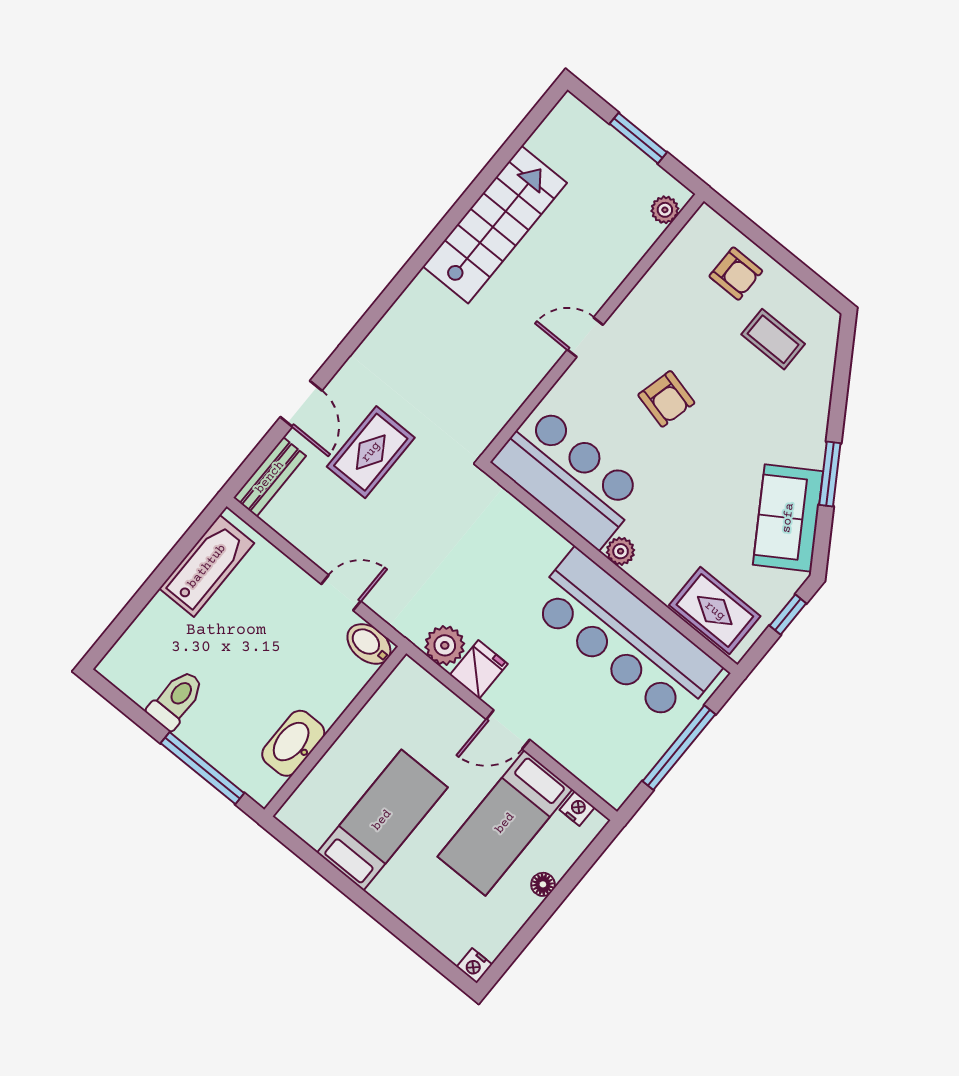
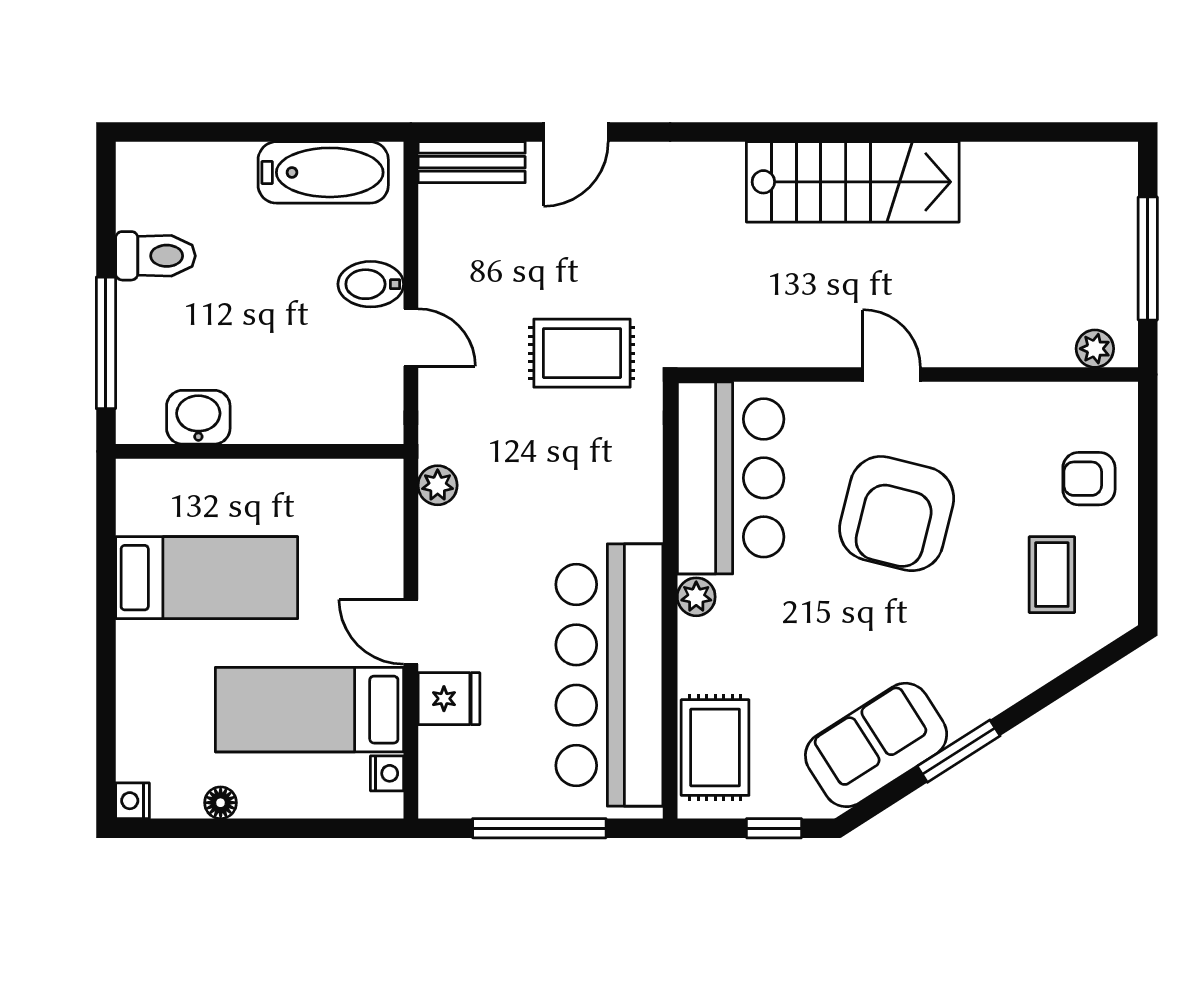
window: (638, 138) -> (1148, 259), width x1.44
stairs: (495, 225) -> (853, 182), moved
armchair: (736, 274) -> (1089, 479), turned 90
armchair: (666, 399) -> (897, 514), width x1.88, depth x1.88
rug: (371, 452) -> (582, 353), moved
bidet: (369, 644) -> (371, 284), moved, turned -90
plant: (445, 645) -> (438, 485), width x0.73, depth x0.73
fridge: (479, 669) -> (449, 699), moved
washbasin: (293, 743) -> (198, 417), width x0.72
floor lamp: (543, 884) -> (221, 803), moved

